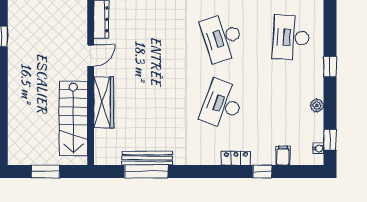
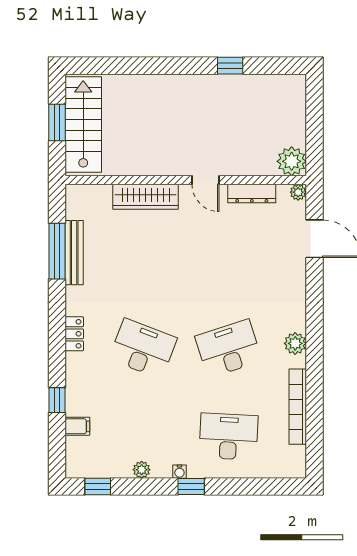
stairs: (73, 118) -> (83, 125), moved, turned 90
water cooler: (318, 148) -> (179, 472), moved
locker: (236, 158) -> (74, 334), moved

